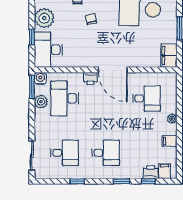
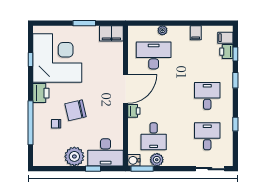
chair: (91, 19) -> (75, 110), width x1.87, depth x1.87
desk: (65, 98) -> (154, 136), width x0.73
desk: (147, 98) -> (154, 55), width x1.37
plant: (172, 119) -> (162, 30), moved

